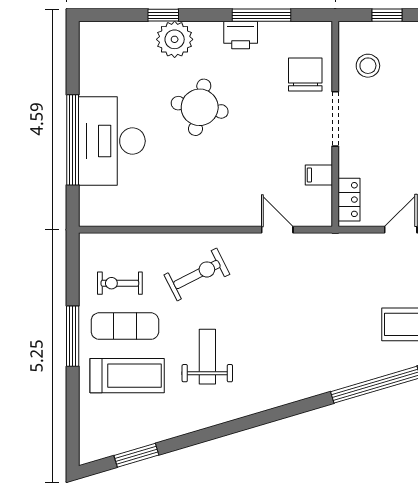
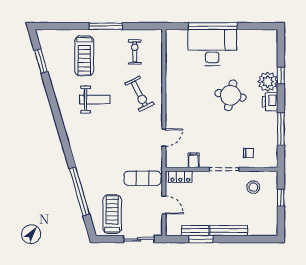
printer: (241, 35) -> (270, 102), moved
chair: (305, 74) -> (249, 153), width x0.54, depth x0.54
exercise mat: (125, 326) -> (142, 178), moved, turned 90

